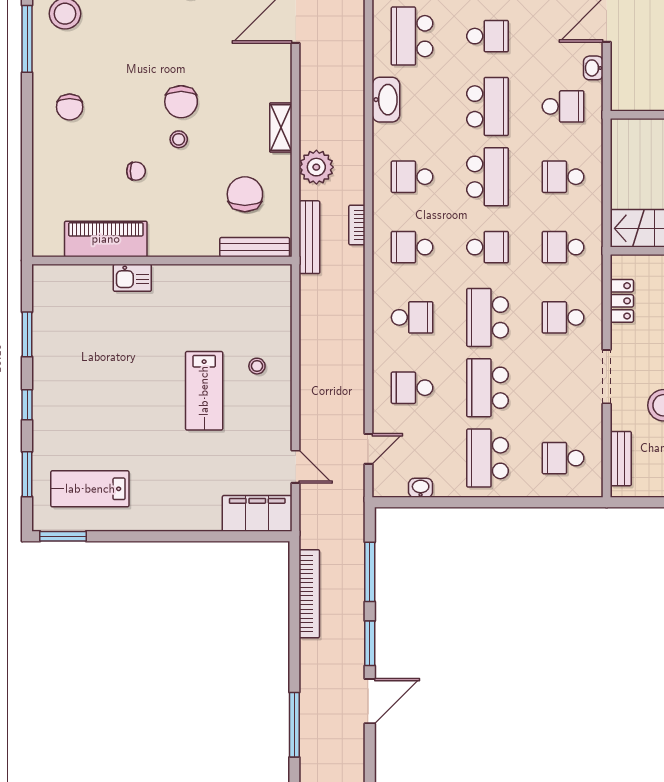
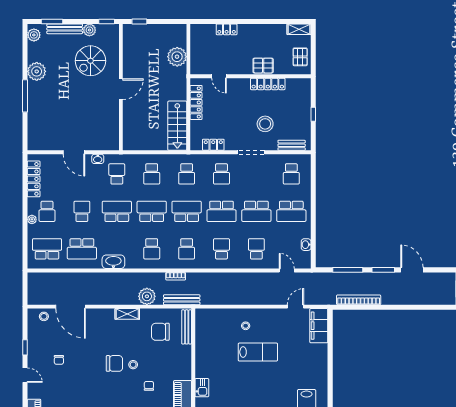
school desk: (488, 247) -> (187, 211), width x1.85
school desk: (412, 388) -> (256, 249), turned 180
window: (294, 725) -> (424, 307), removed

